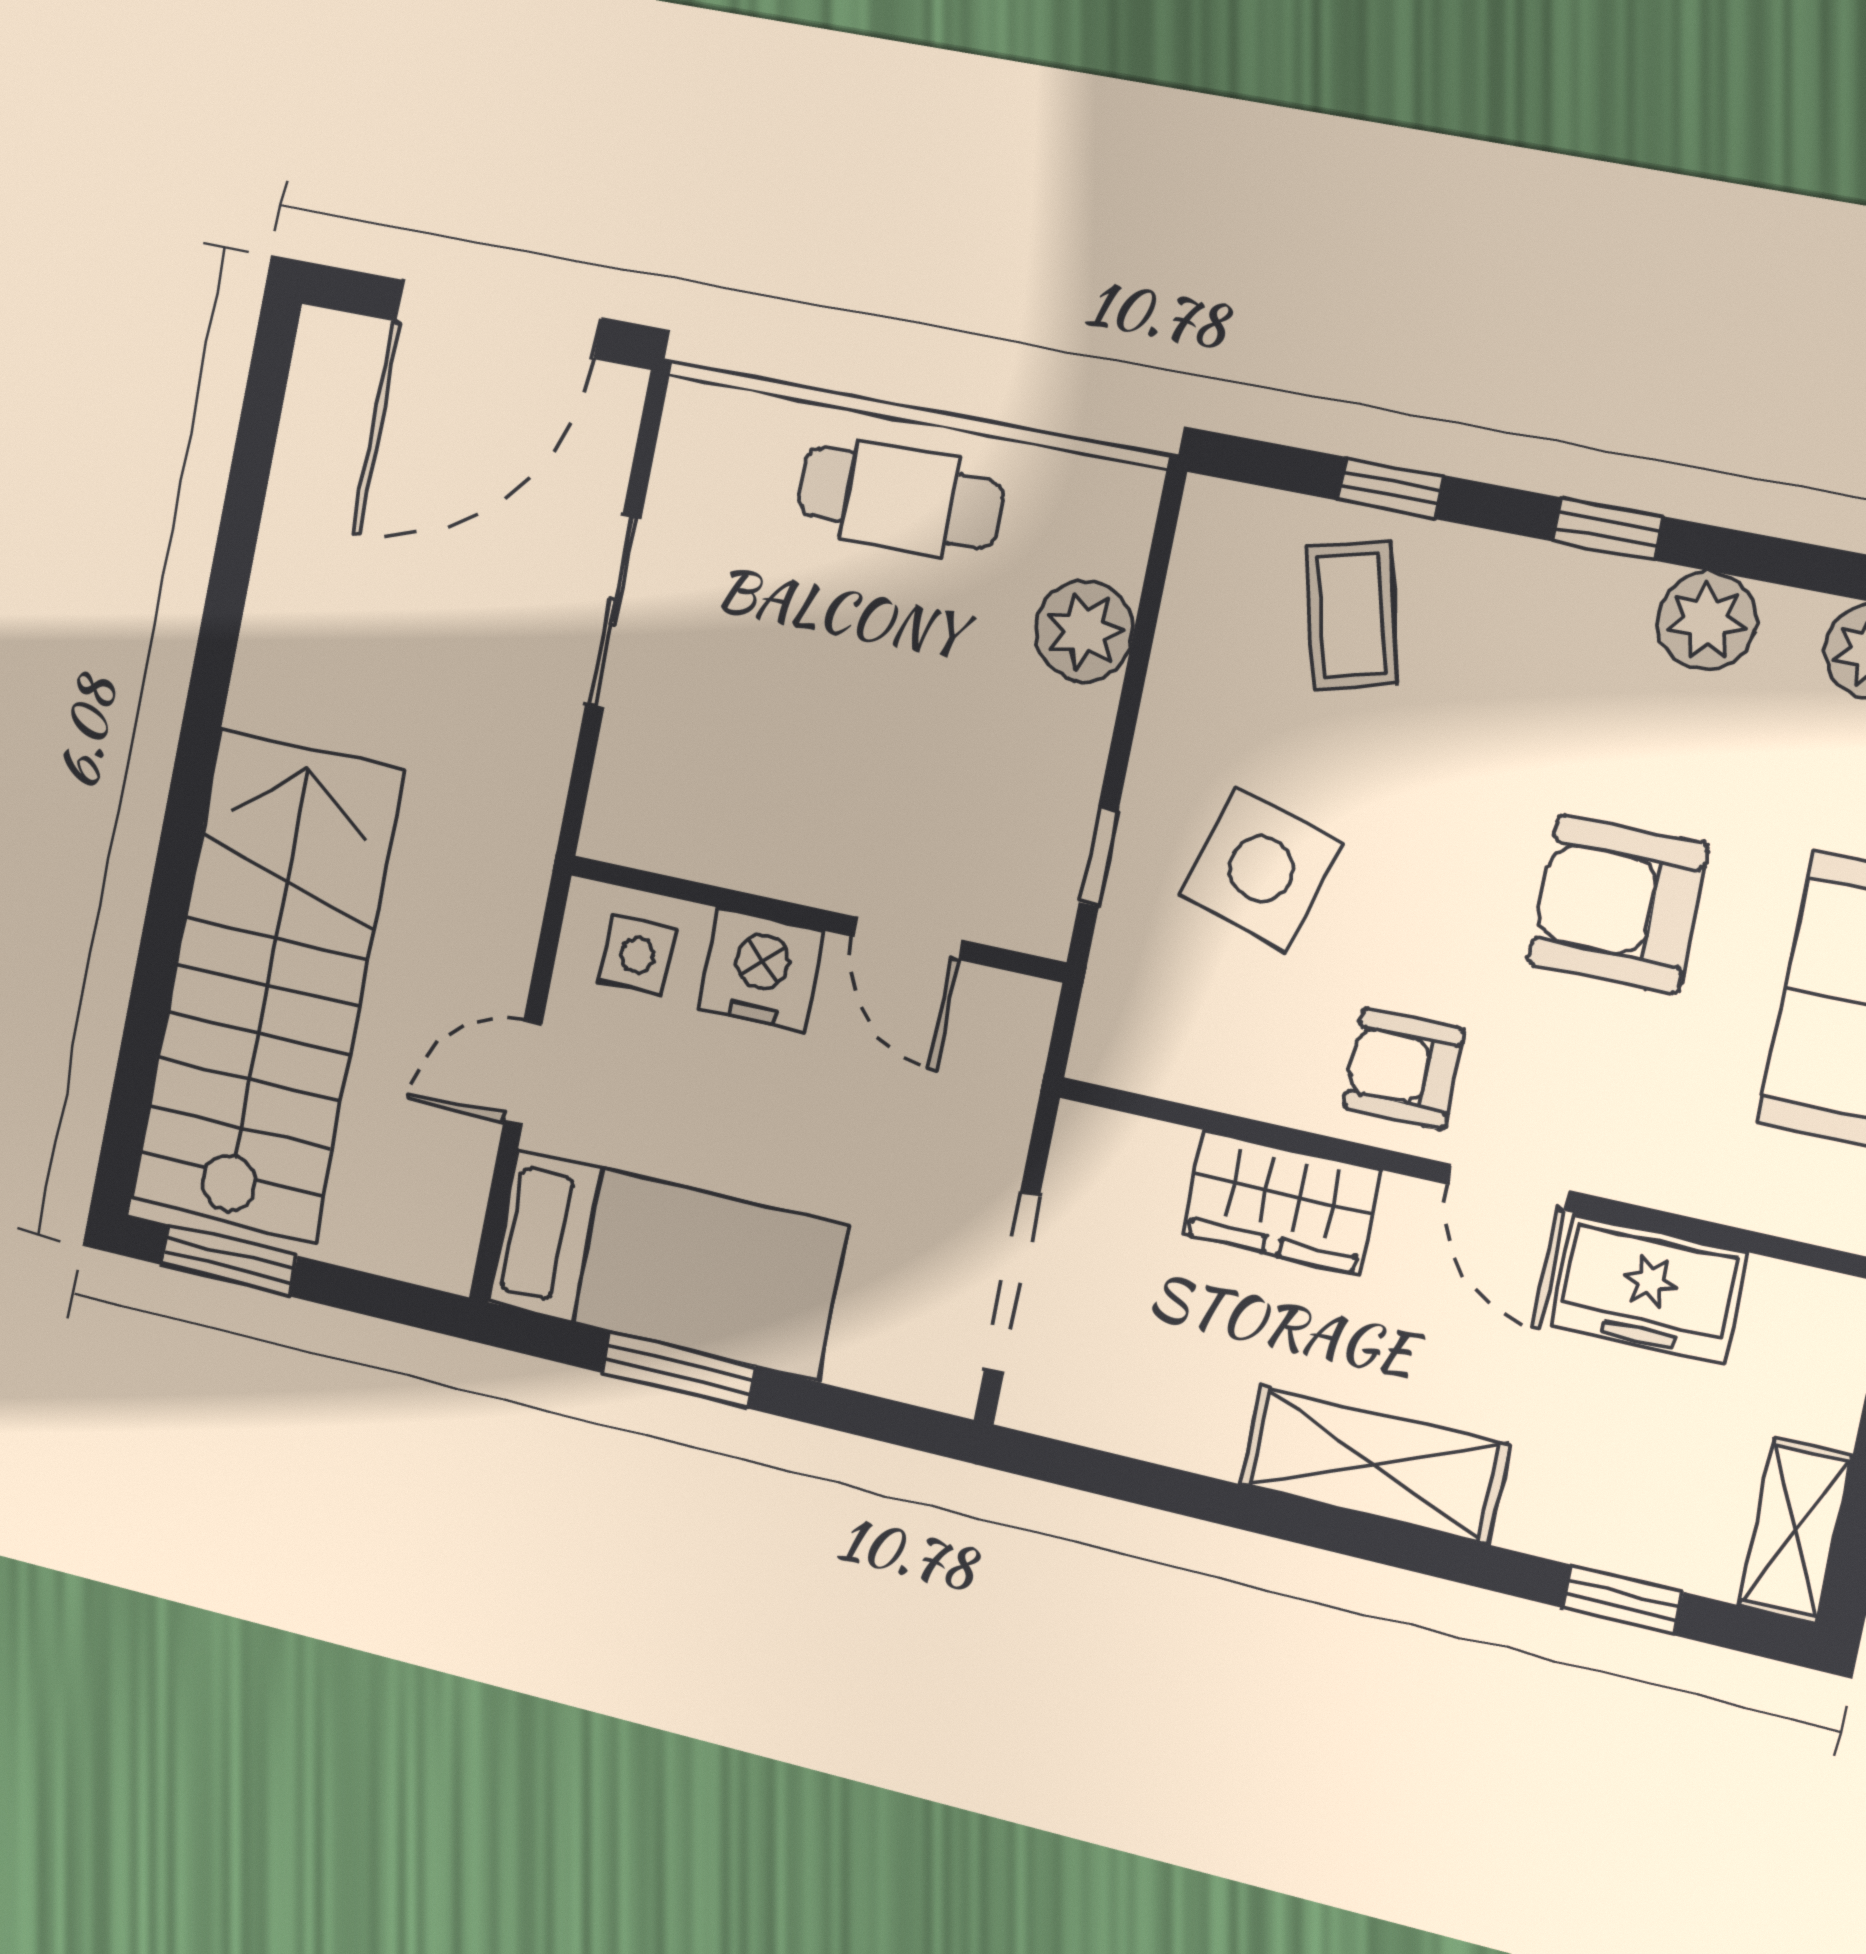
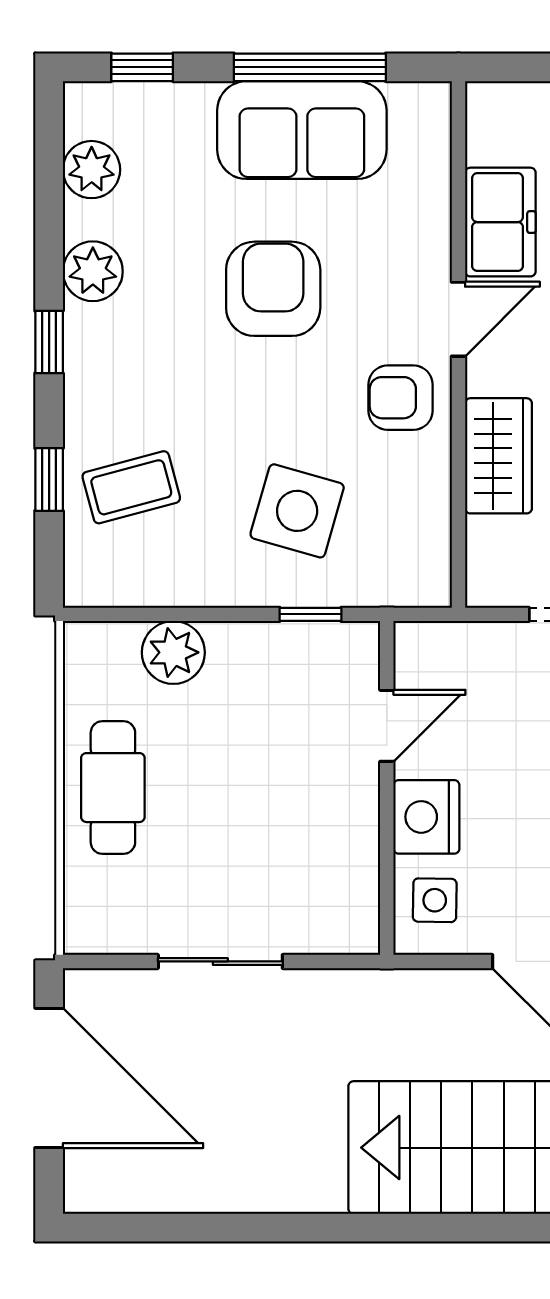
armchair: (1618, 904) -> (273, 289), turned 180
armchair: (1403, 1069) -> (401, 398), turned 90

